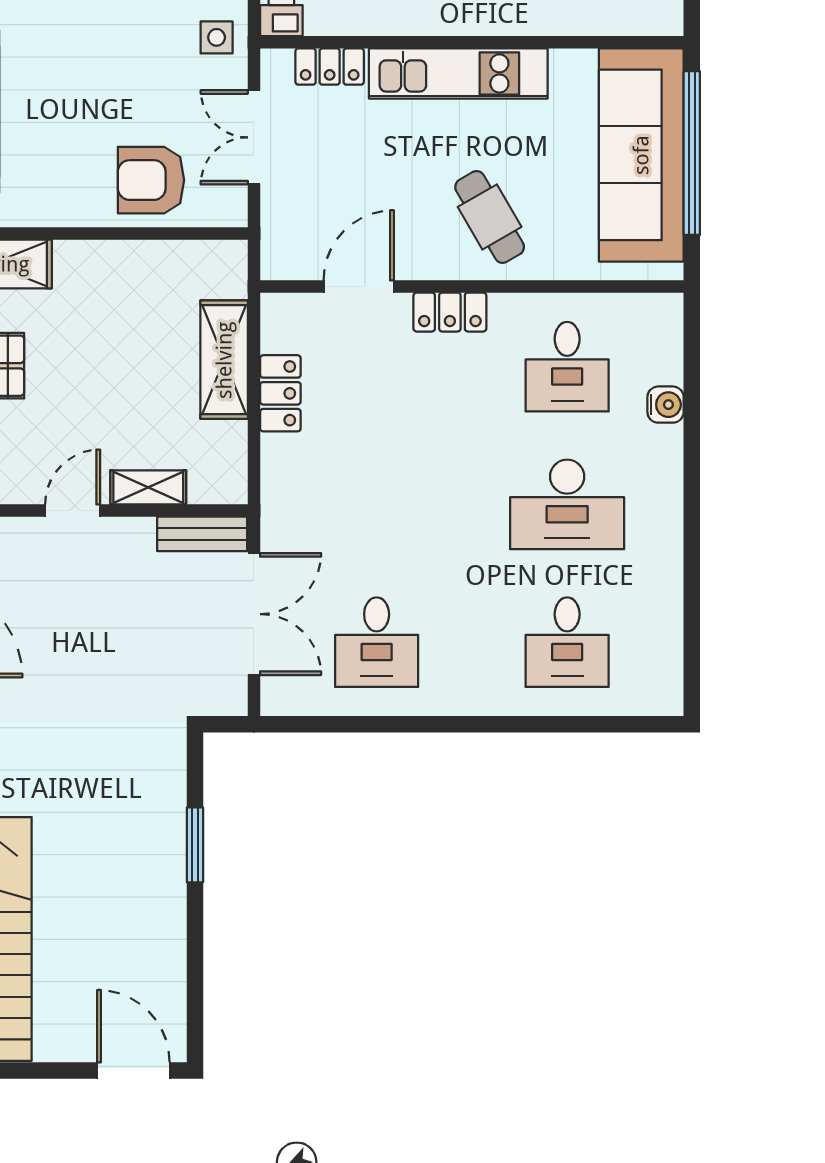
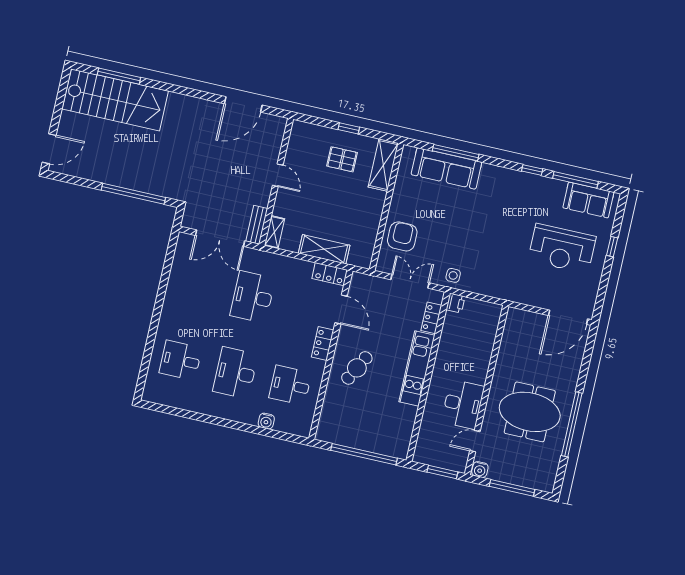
sofa: (641, 155) -> (368, 434), removed
cafe table: (490, 217) -> (357, 368), turned -32
locker: (280, 393) -> (330, 274), moved
shelving: (148, 487) -> (274, 232), moved
desk: (377, 642) -> (253, 297), moved, width x1.37
window: (195, 845) -> (133, 194), width x2.11

